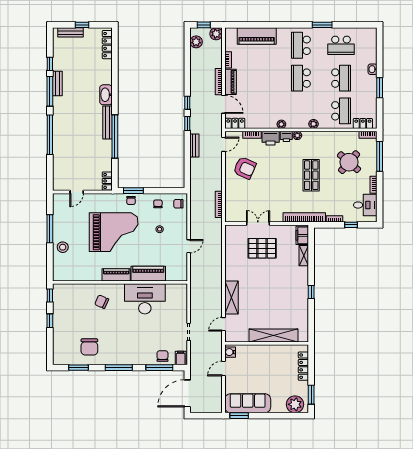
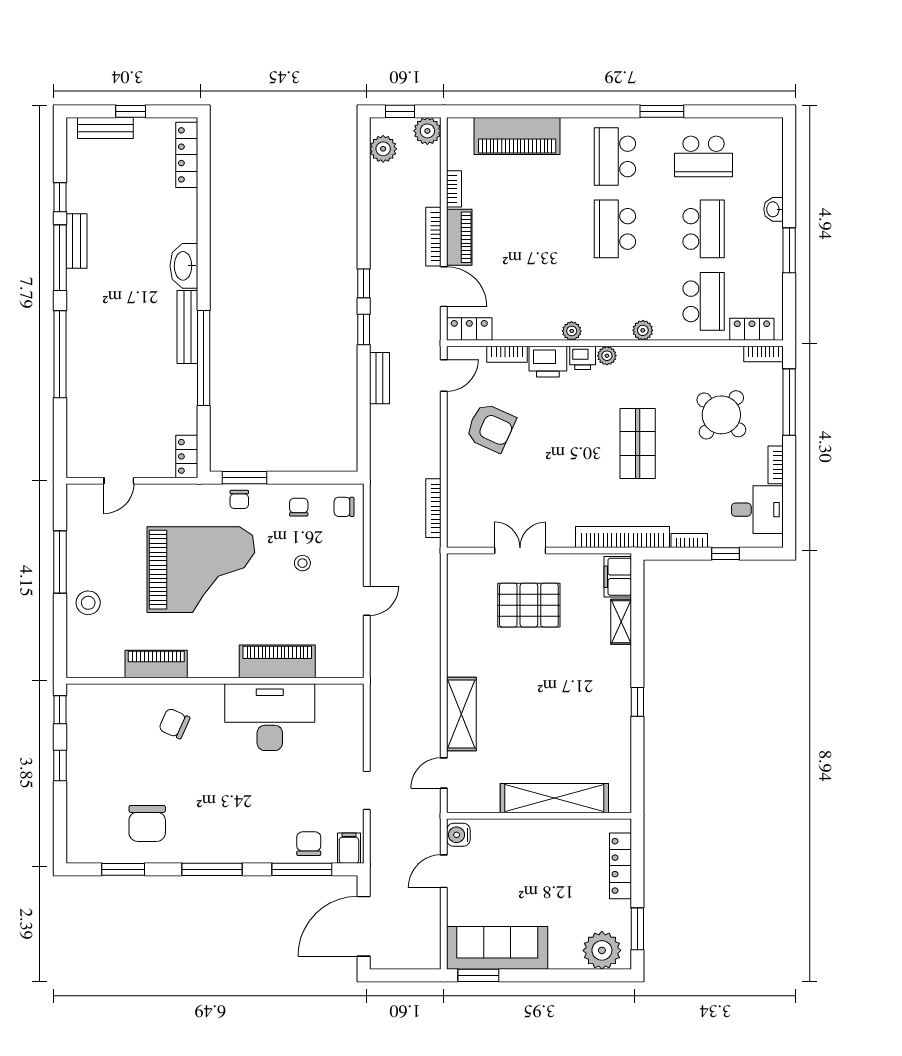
piano: (116, 275) -> (156, 664), moved

